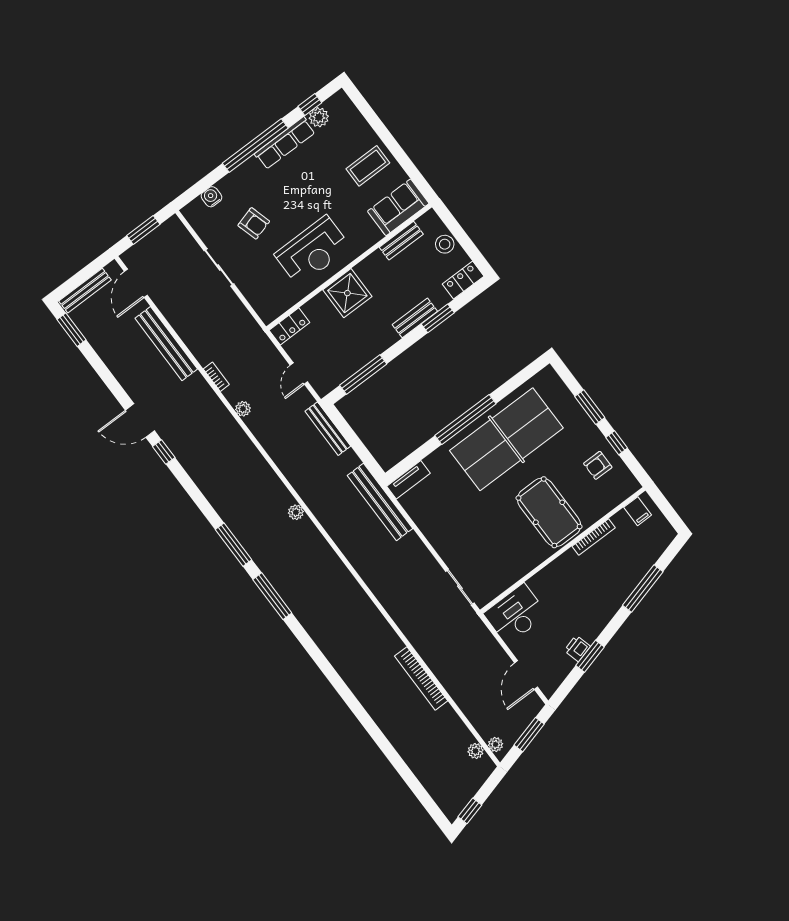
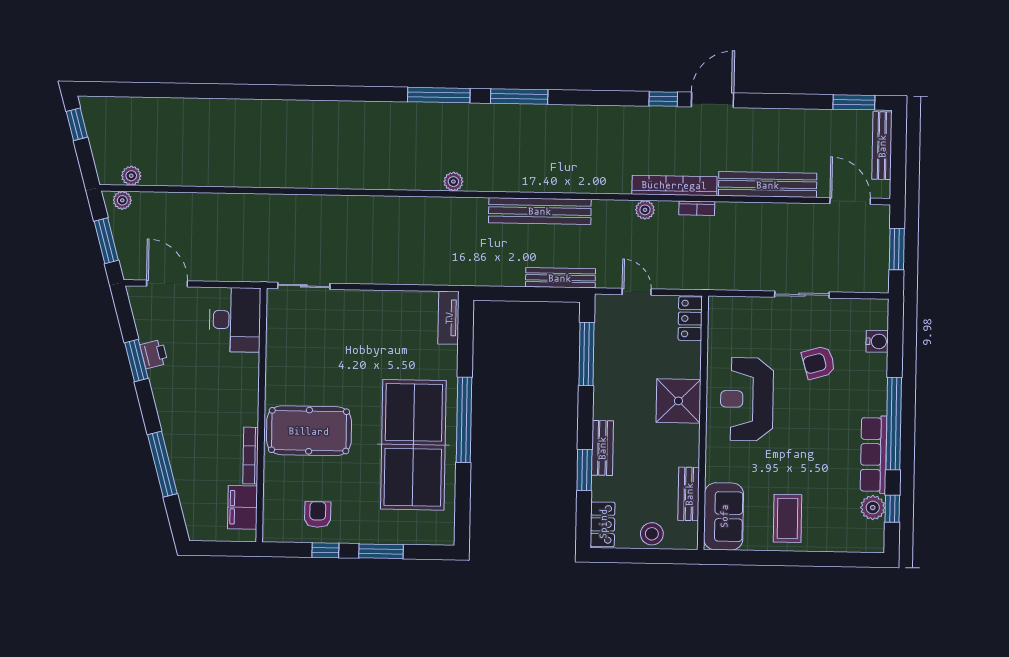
bench: (380, 502) -> (540, 211), moved
filing cabinet: (638, 511) -> (242, 507), width x2.00
plant: (296, 512) -> (453, 182), moved
bookcase: (421, 678) -> (674, 185), moved

